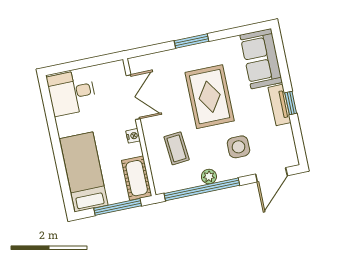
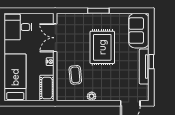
double door: (133, 97) -> (55, 38), swing flipped
tv unit: (280, 105) -> (144, 67), width x1.41
side table: (238, 147) -> (114, 82), removed
window: (202, 189) -> (86, 103), removed
window: (118, 207) -> (32, 103), removed

